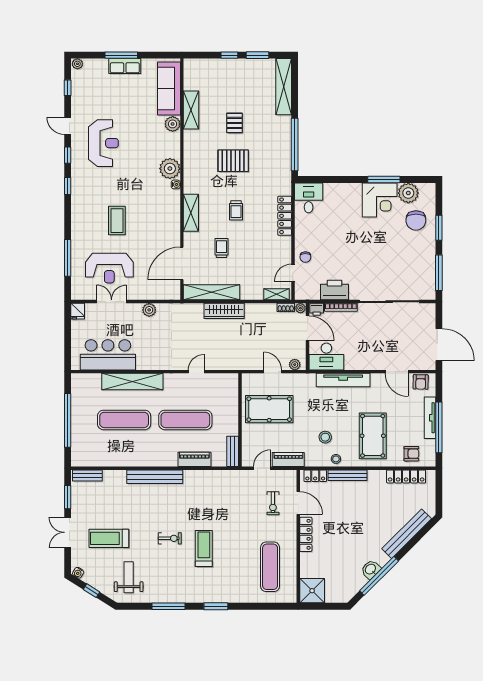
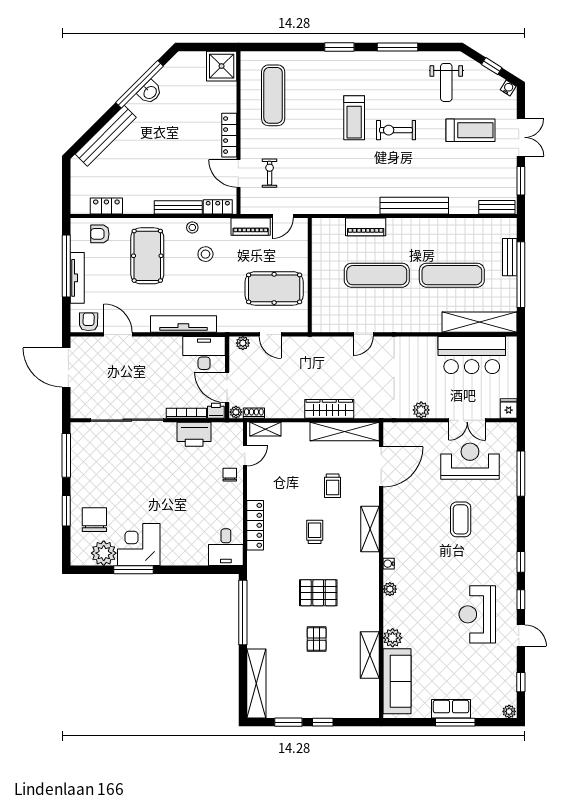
plant: (170, 169) -> (390, 589), width x0.53, depth x0.53
shelving: (132, 382) -> (479, 322), moved
bench: (233, 451) -> (510, 257), moved
locker: (406, 476) -> (106, 206), width x0.66
exercise bike: (170, 538) -> (396, 130), width x1.38, depth x1.39

